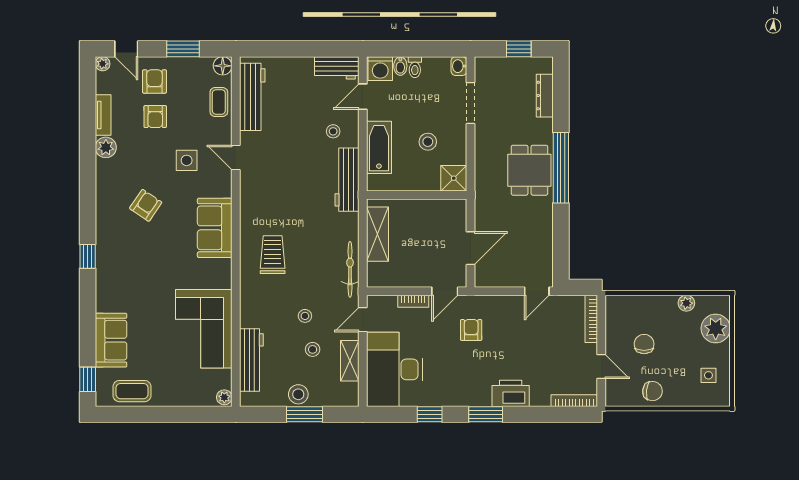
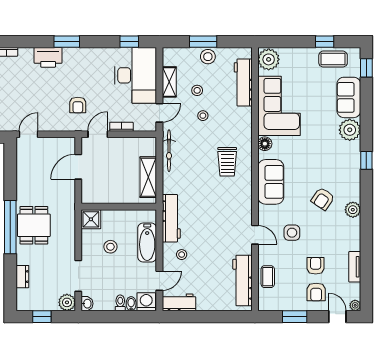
floor lamp: (223, 66) -> (265, 144), moved
plant: (486, 68) -> (67, 302), added
dresser: (545, 96) -> (22, 277), width x0.70
plant: (106, 147) -> (353, 210), moved
plant: (110, 297) -> (350, 130), added
plant: (224, 397) -> (269, 59), width x1.87, depth x1.87
window: (143, 414) -> (325, 42), added
window: (430, 414) -> (129, 42), moved

